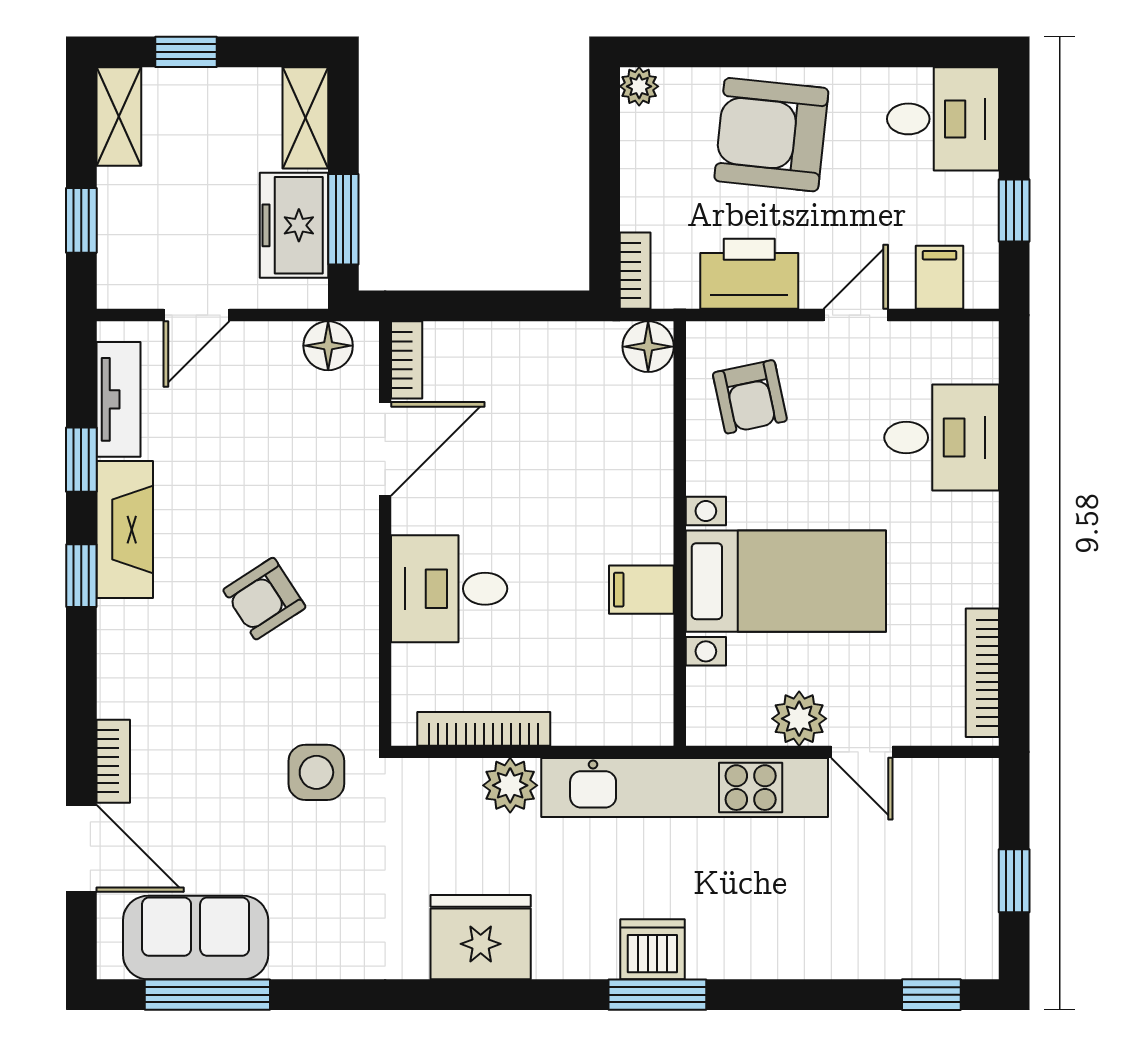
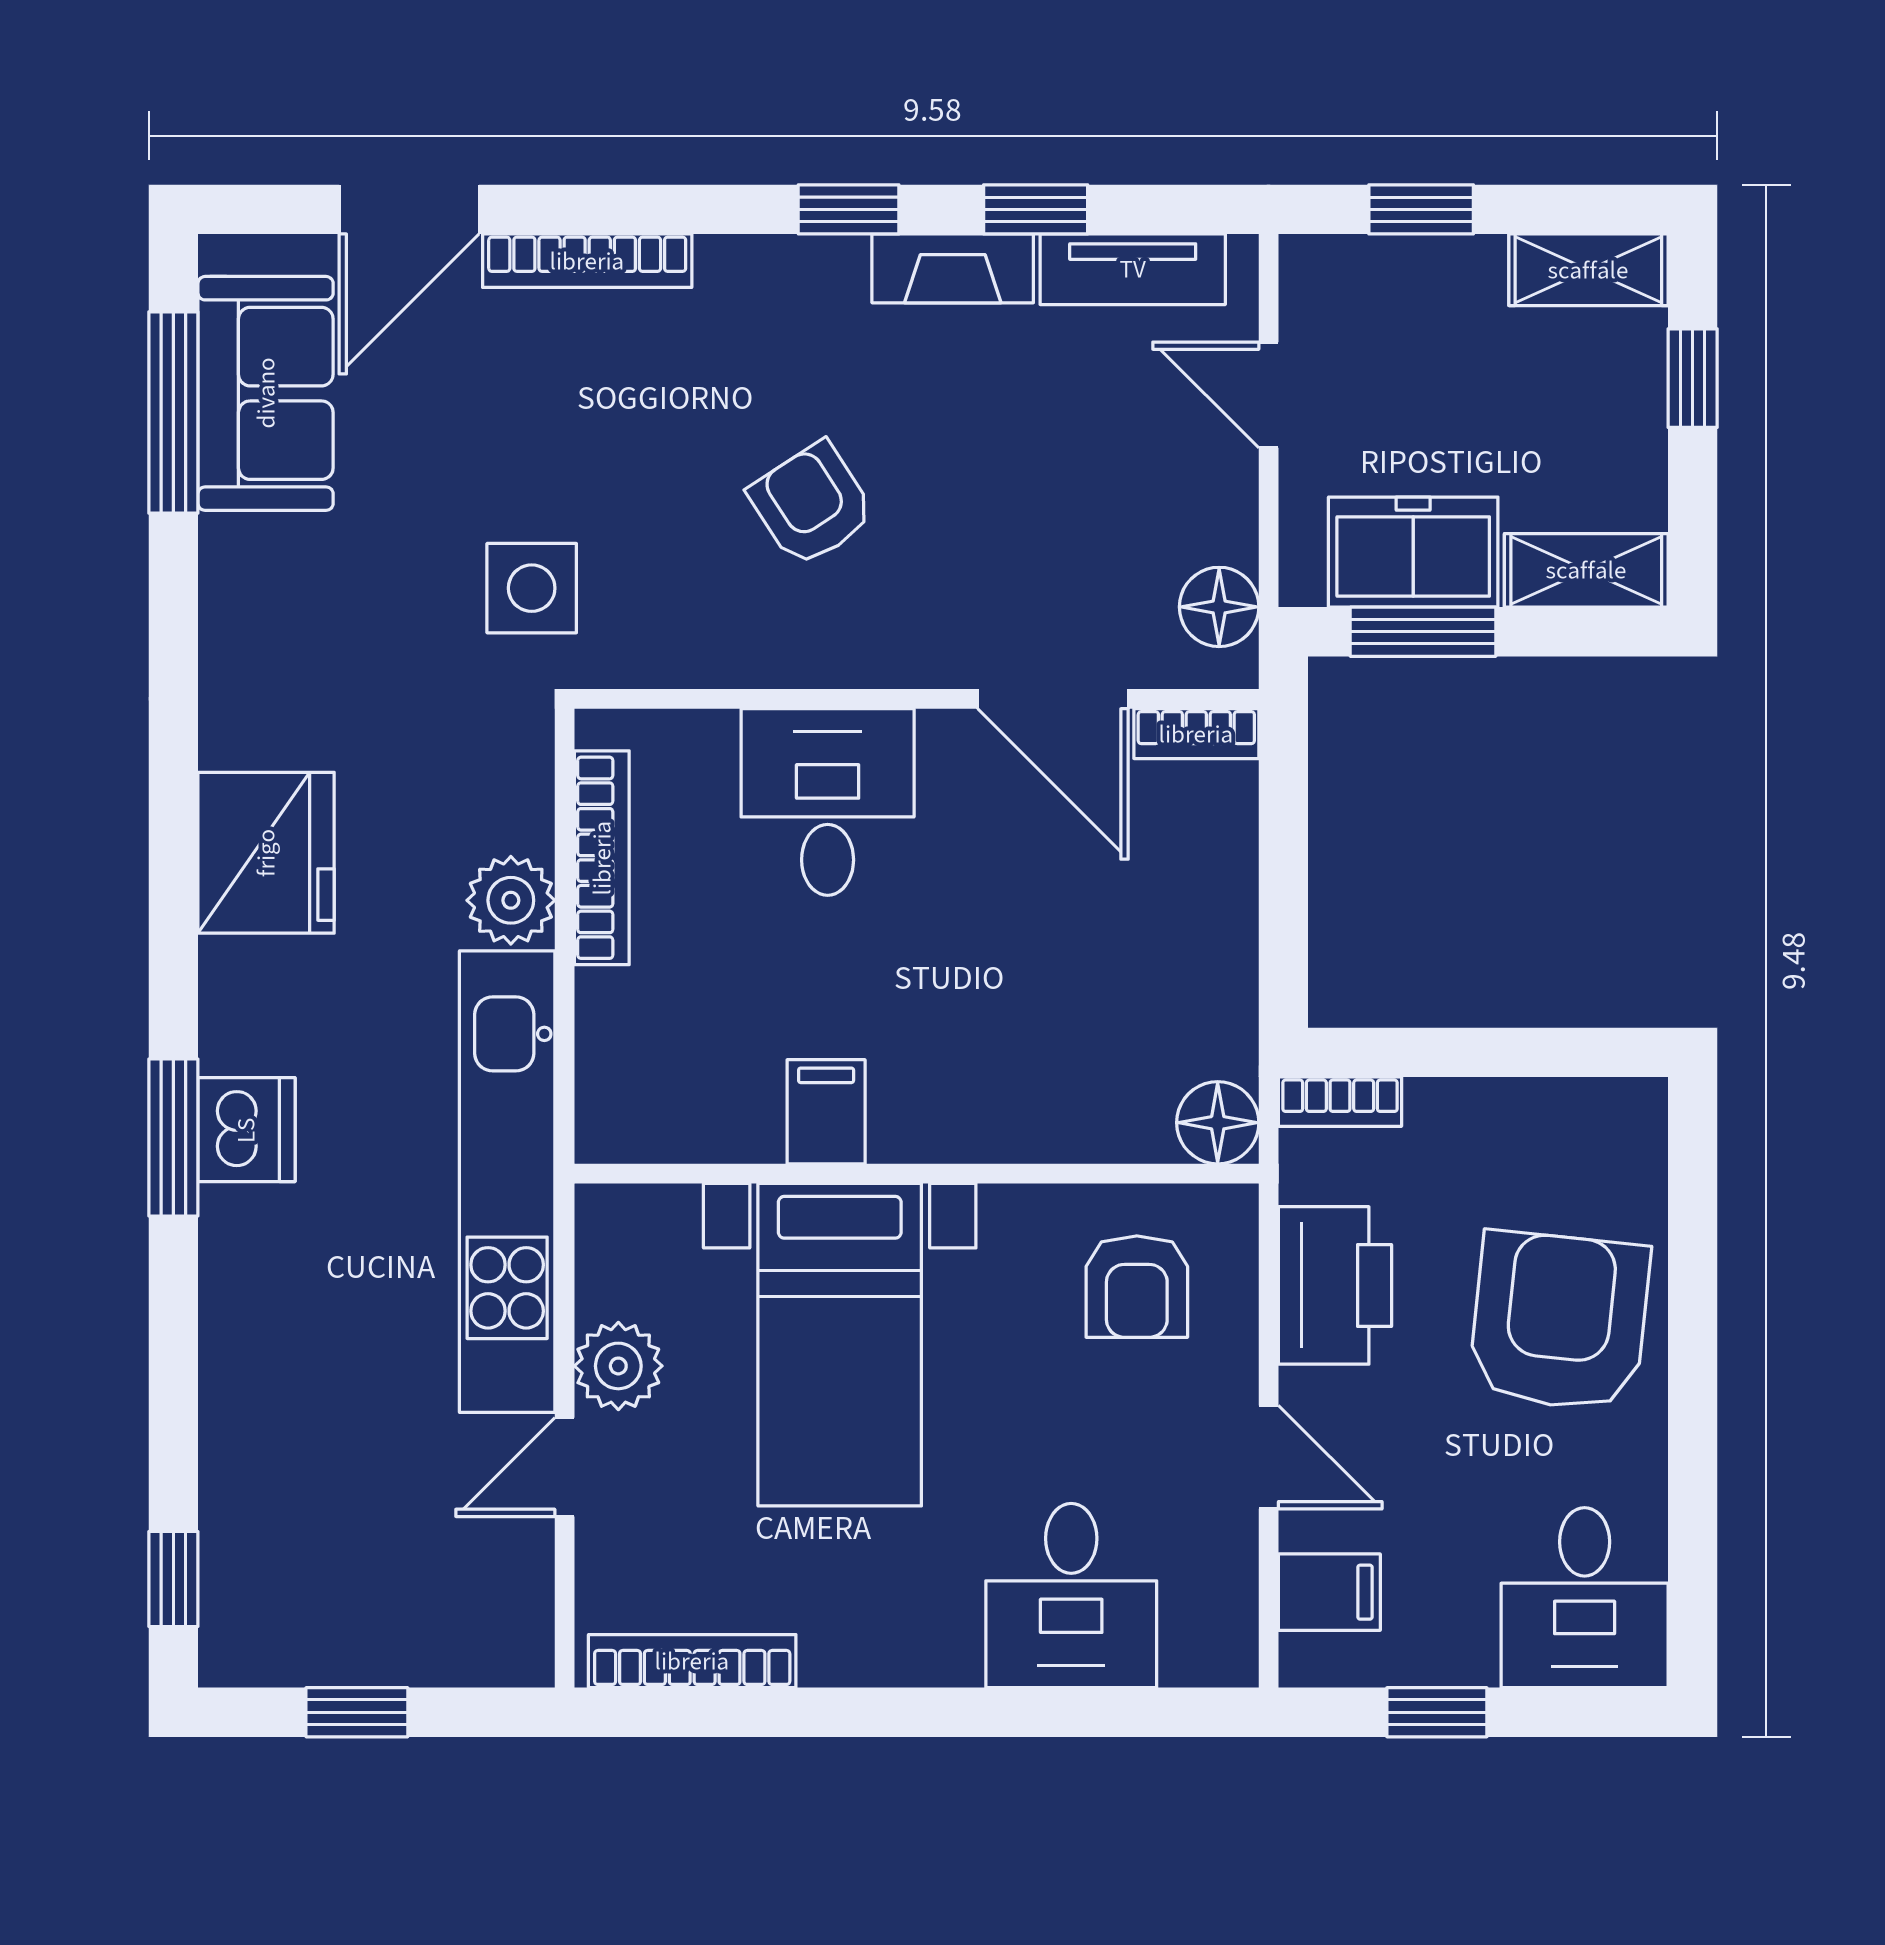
plant: (639, 86) -> (1637, 1108), removed
armchair: (750, 397) -> (1137, 1287), turned -78
fireplace: (125, 530) -> (953, 268), width x0.73, depth x0.76
bookcase: (113, 761) -> (587, 261), width x1.56

